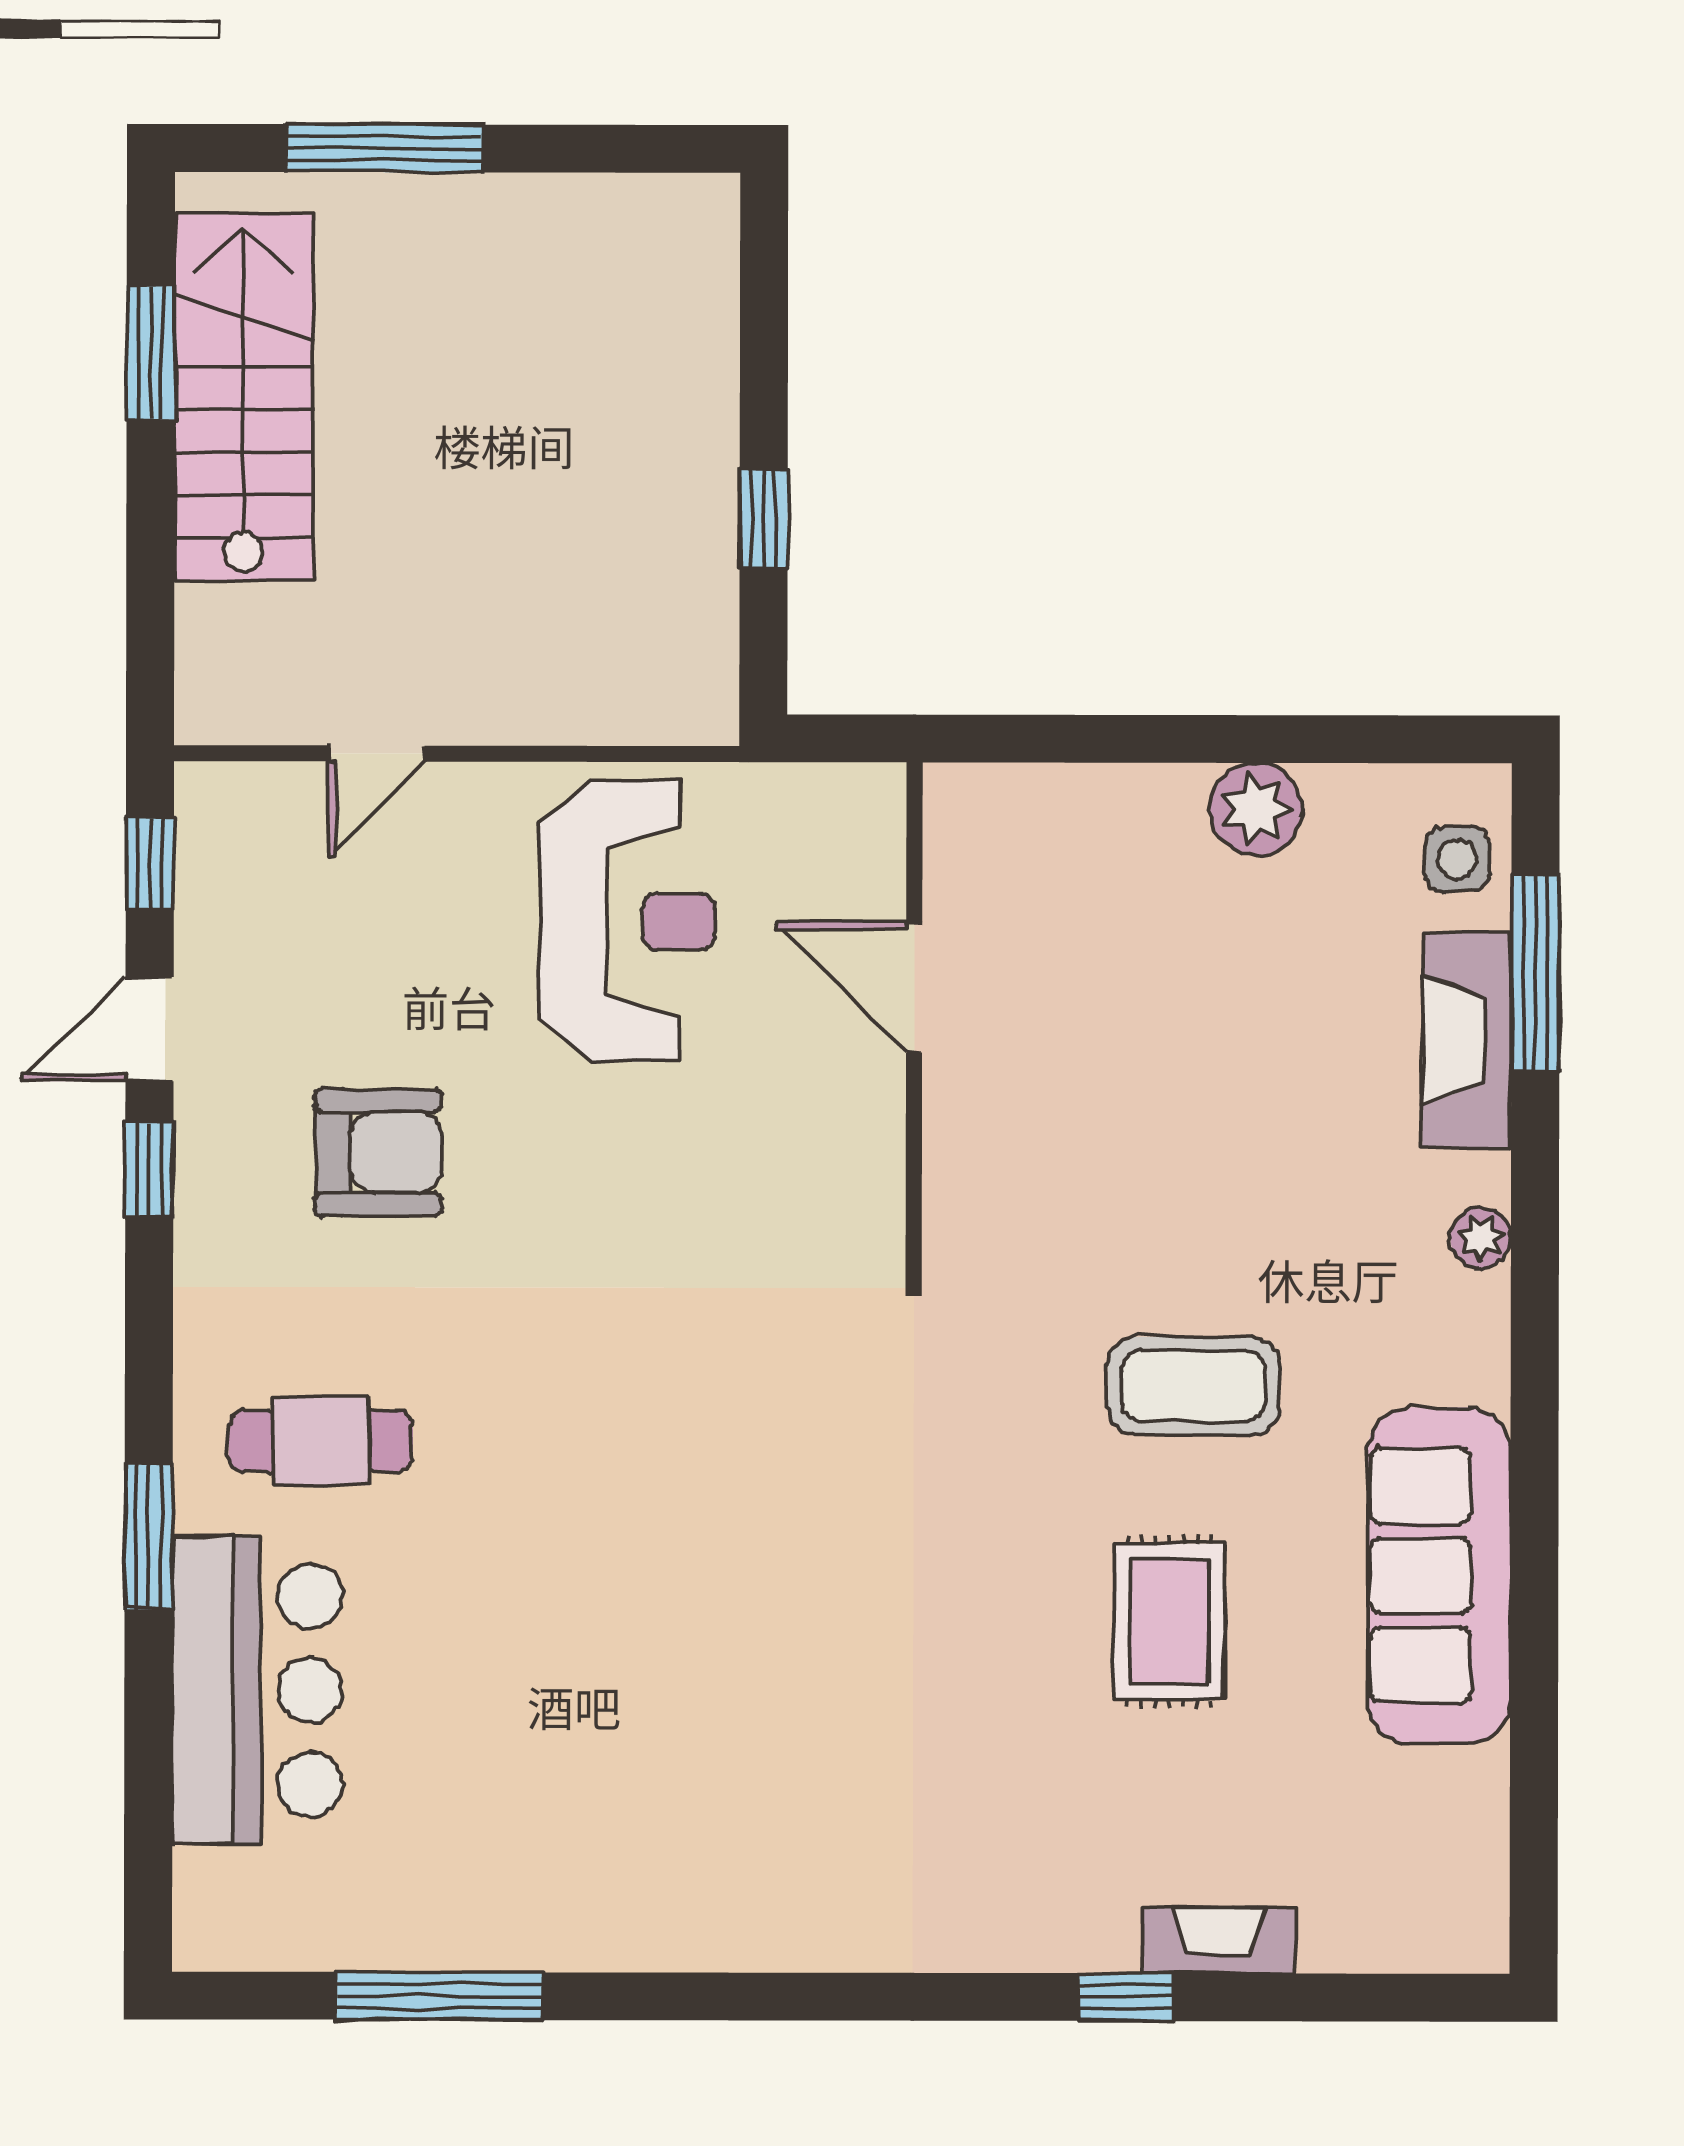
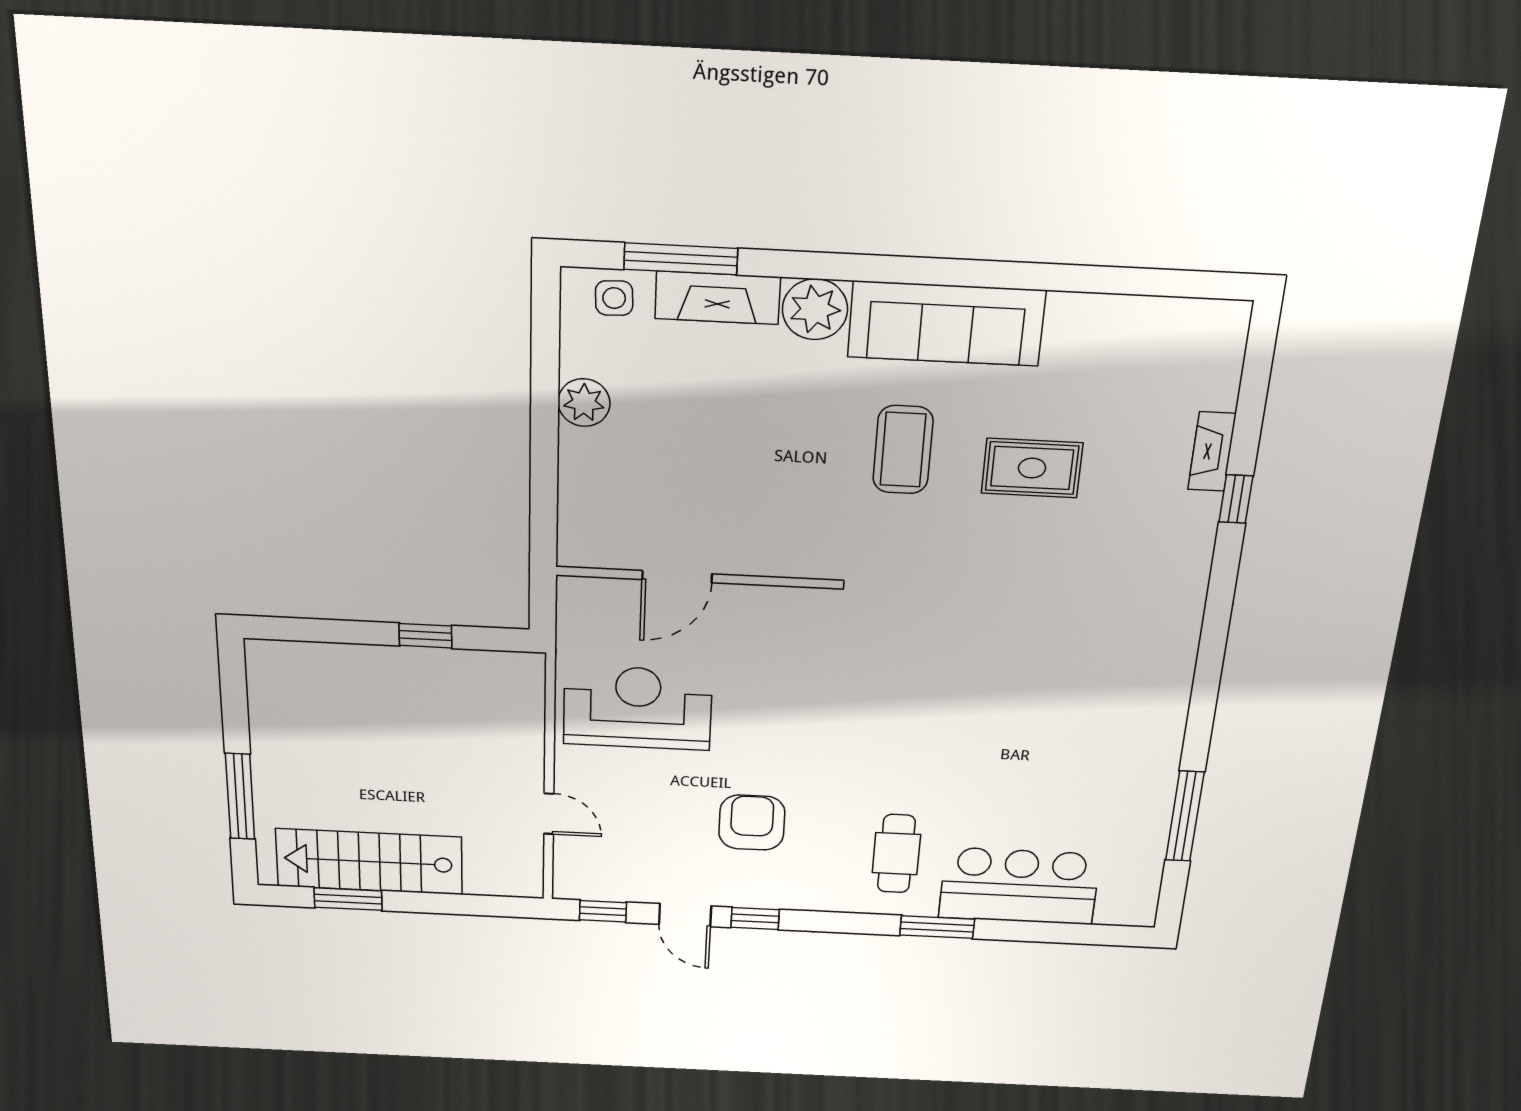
plant: (1481, 1238) -> (815, 309), width x1.87, depth x1.87
sofa: (1439, 1576) -> (946, 324), moved

